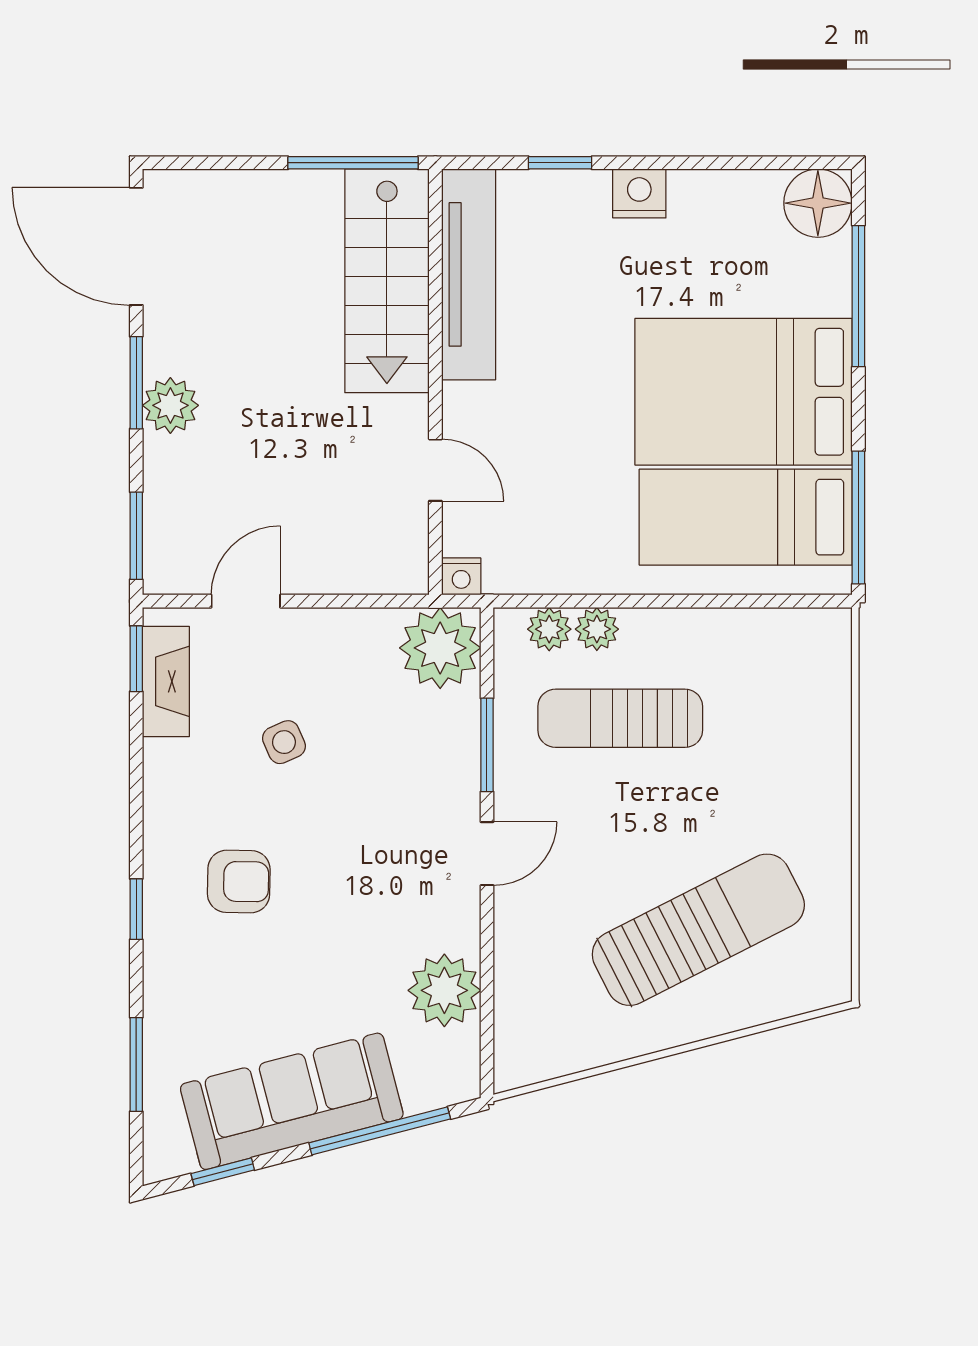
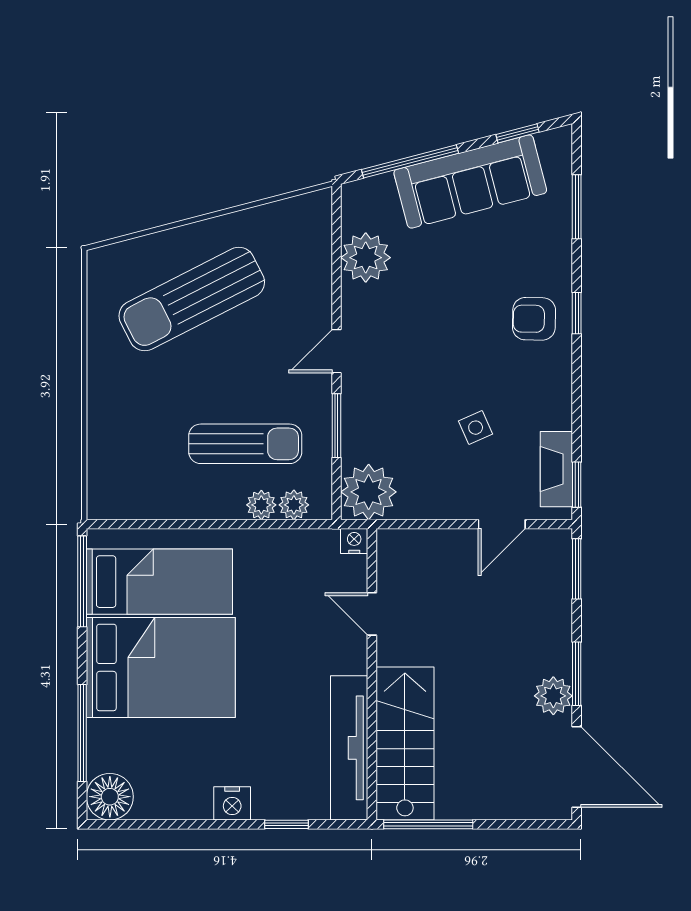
plant: (170, 405) -> (553, 696), moved
armchair: (239, 882) -> (534, 319), moved

